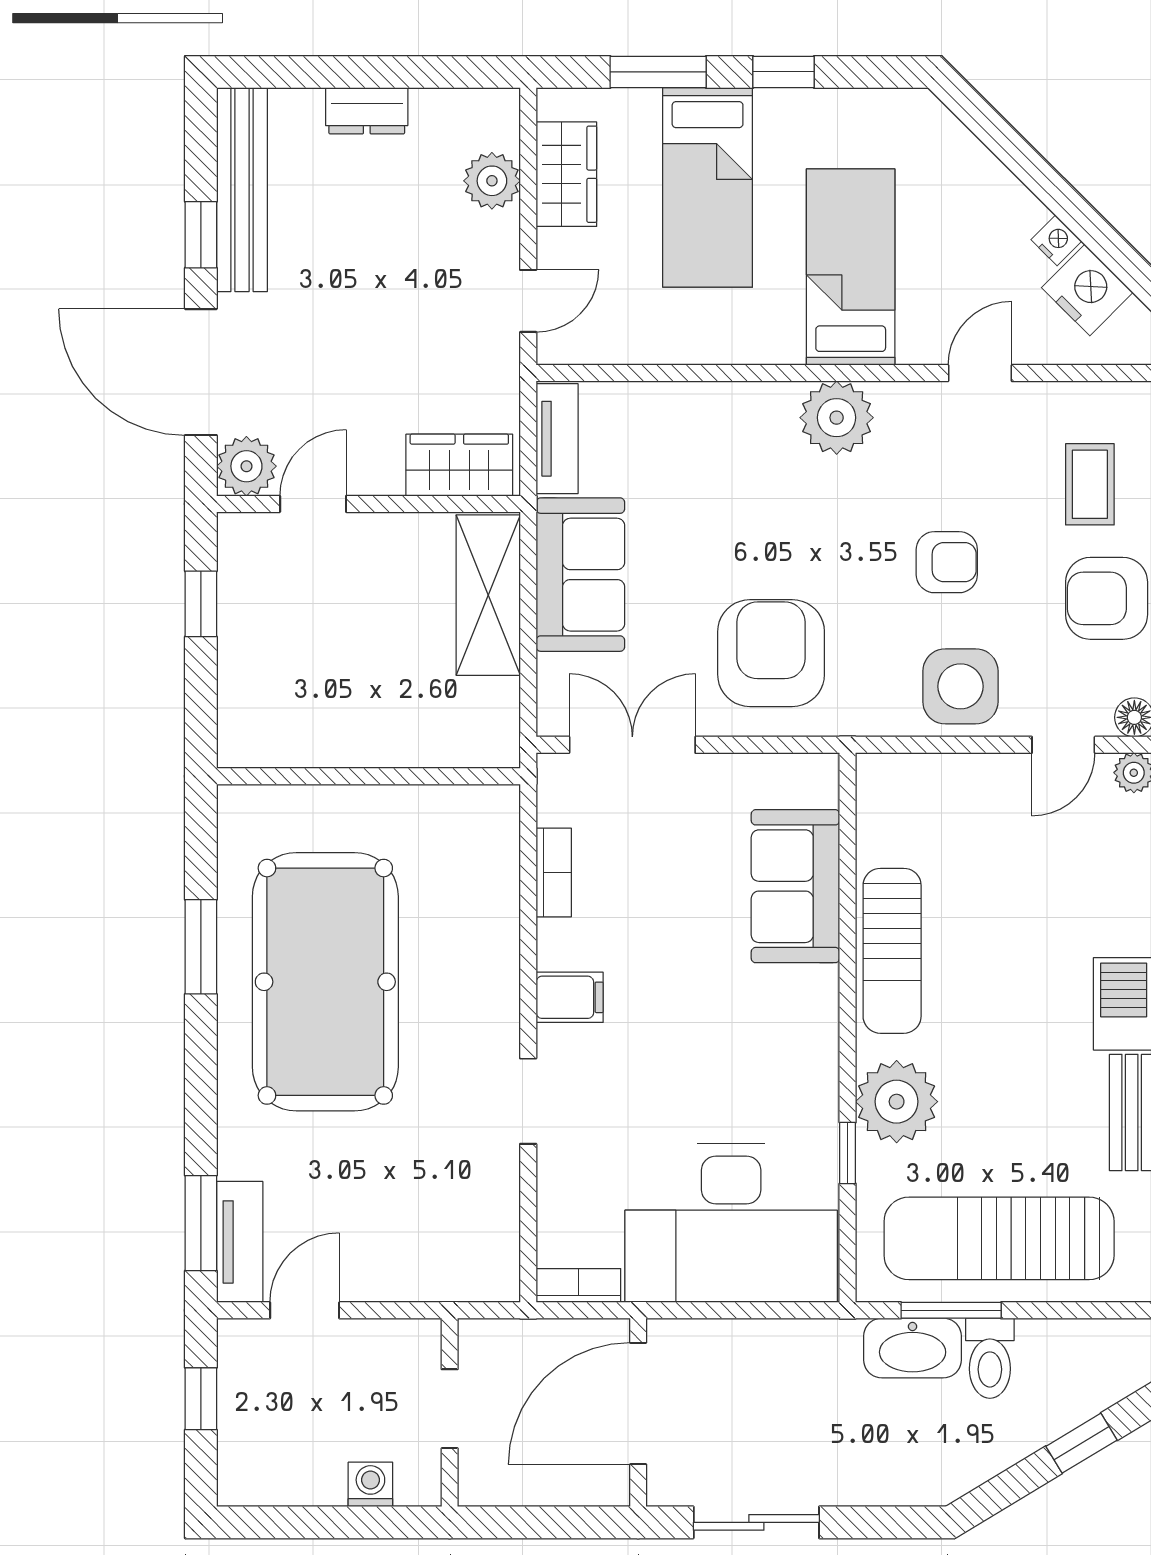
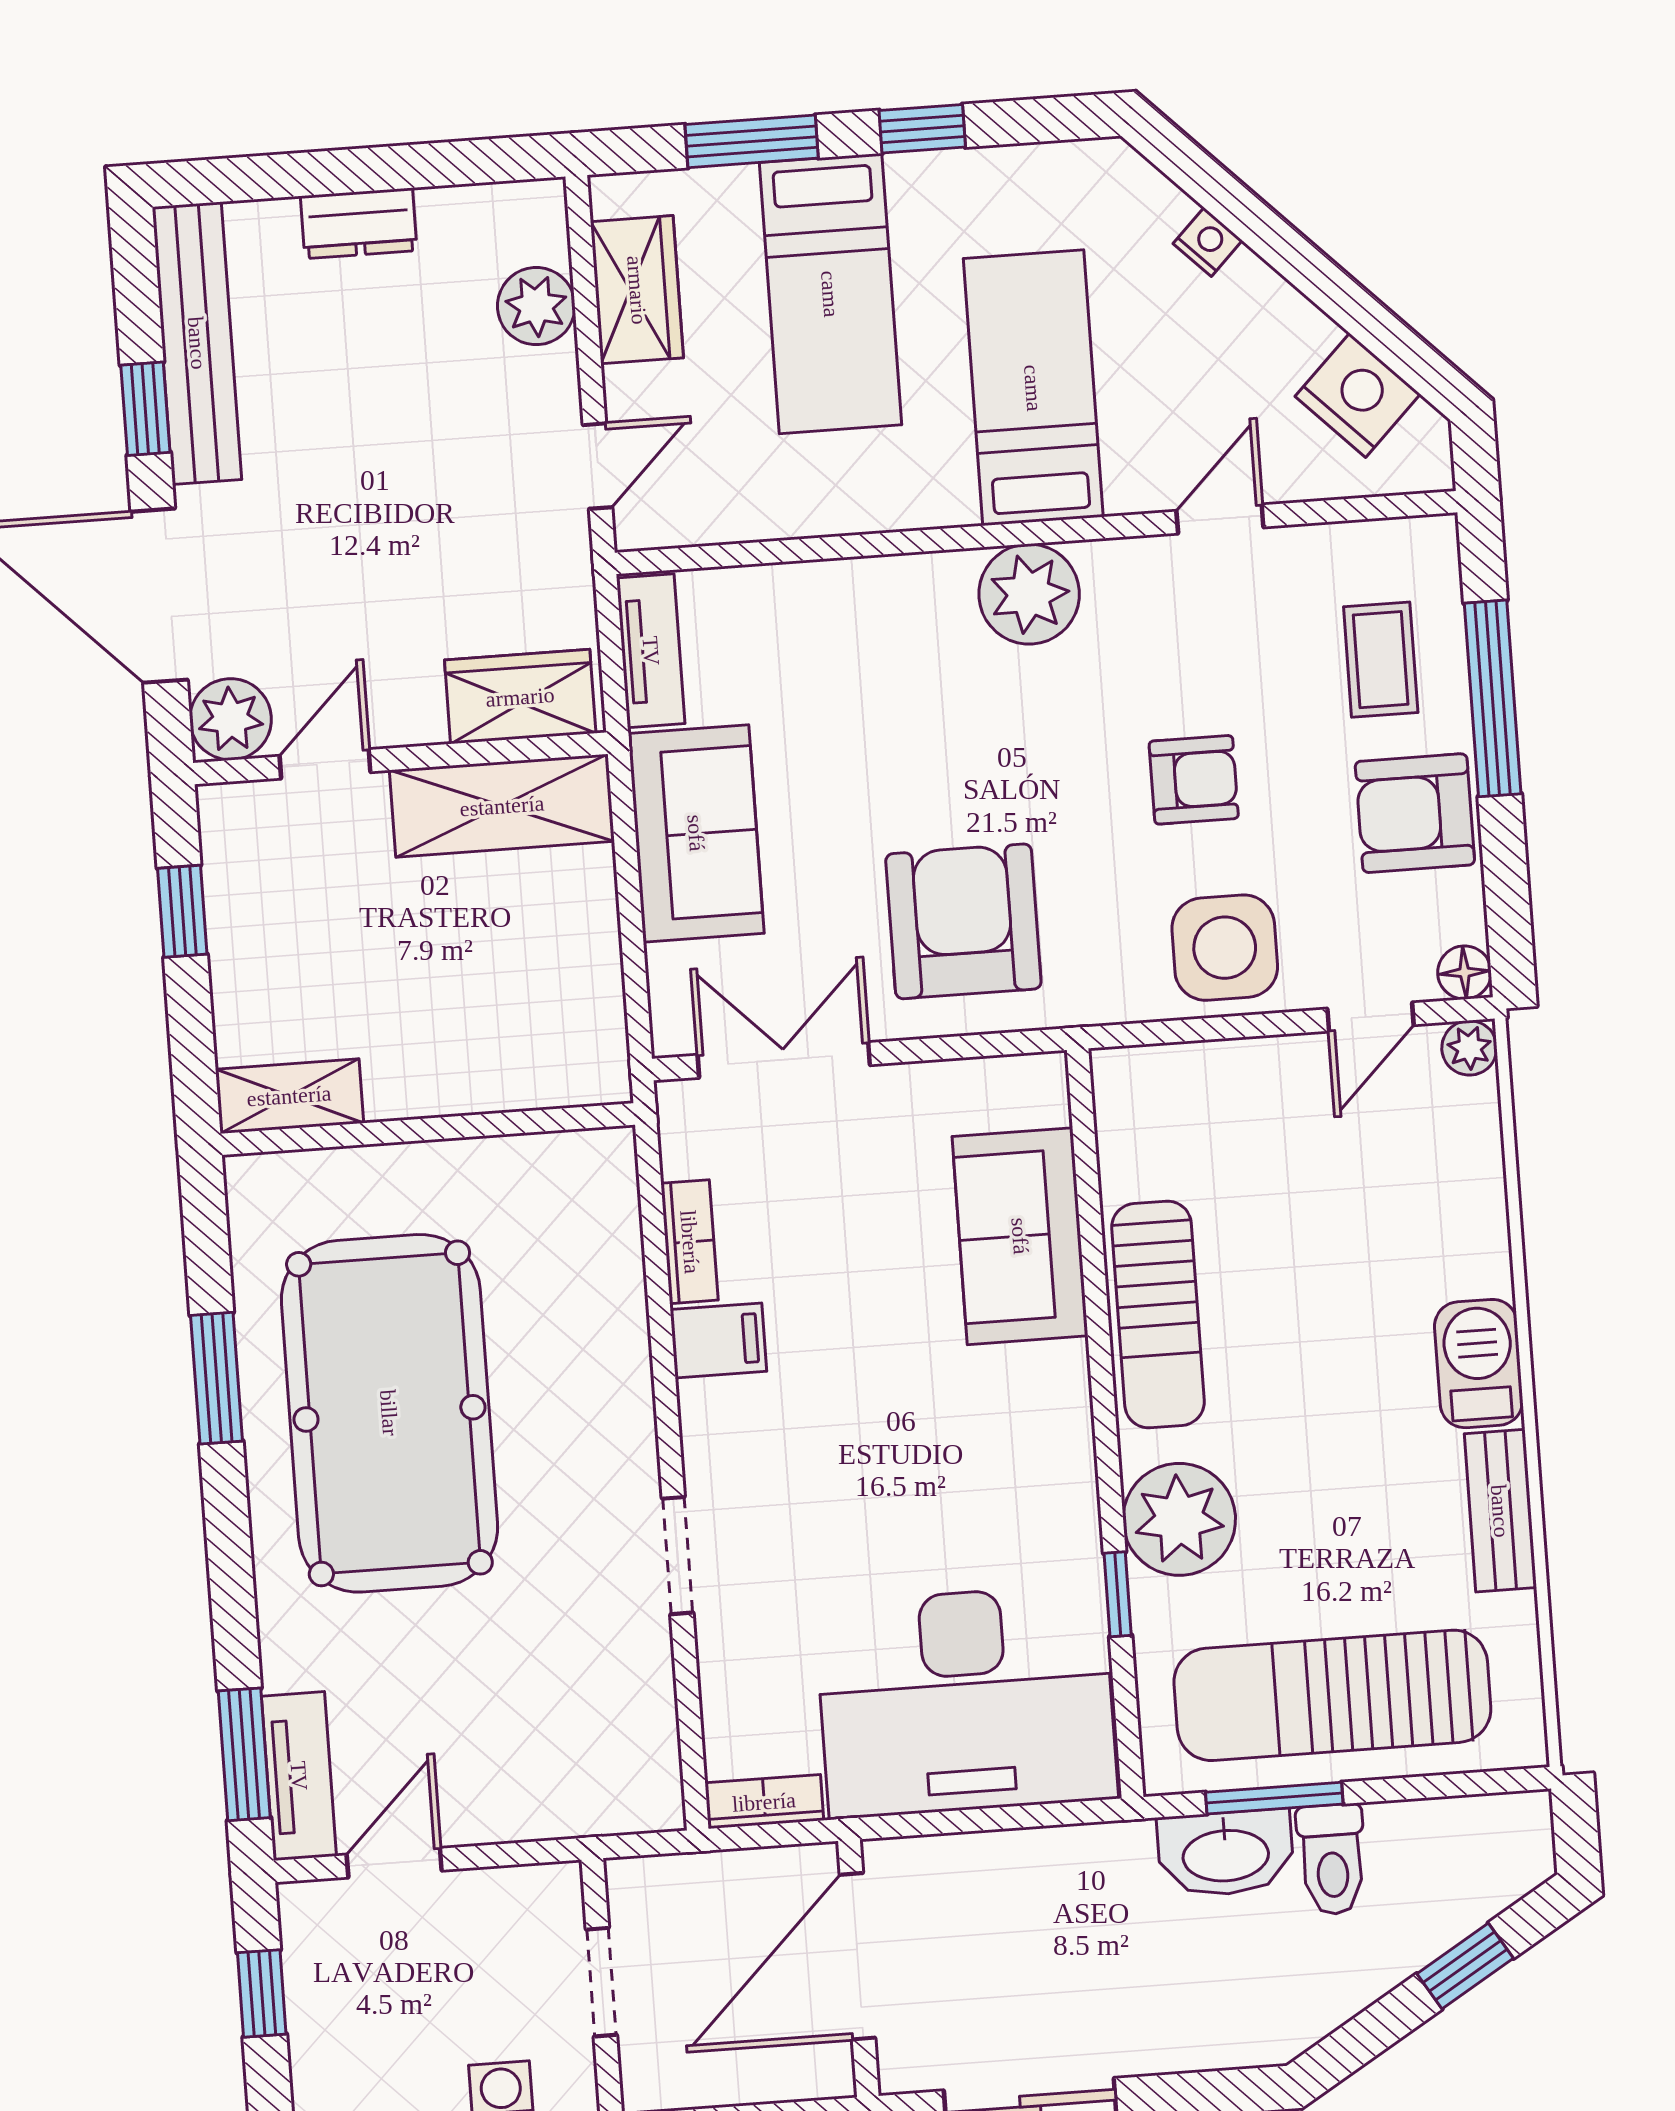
nightstand: (1056, 240) -> (1208, 242), moved
shelving: (488, 595) -> (502, 806), moved, turned 90
shelving: (269, 745) -> (289, 1096), added
filing cabinet: (570, 997) -> (718, 1340), moved

